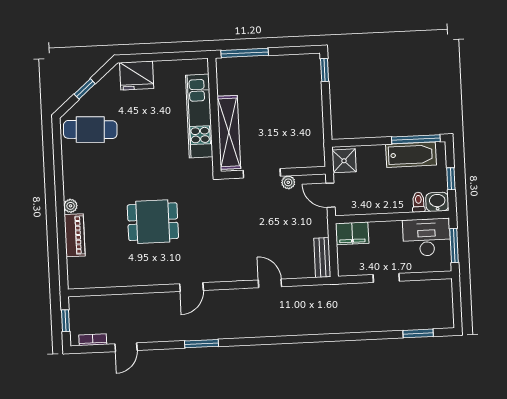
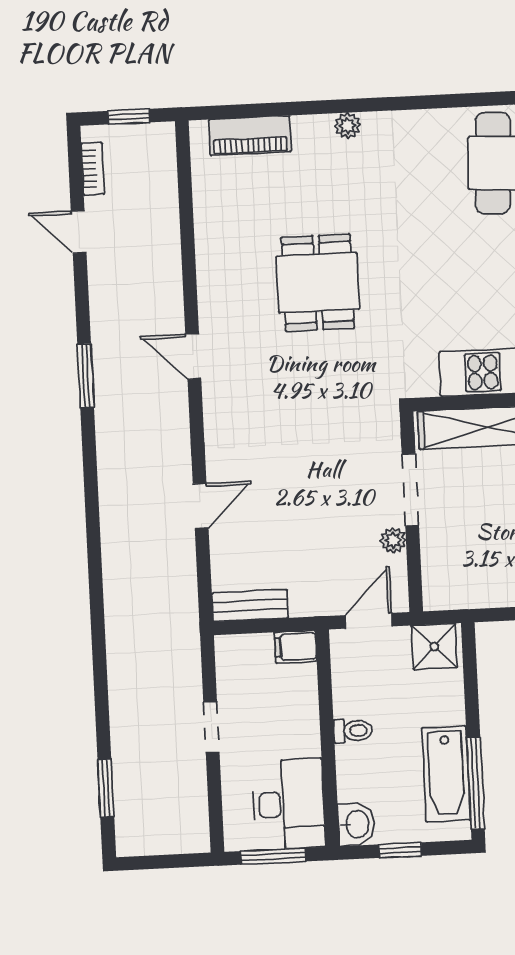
toilet: (418, 202) -> (353, 731), moved
filing cabinet: (352, 233) -> (296, 647), width x0.50
piano: (75, 235) -> (250, 136), moved

